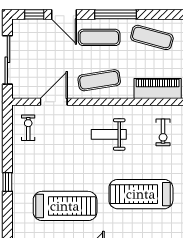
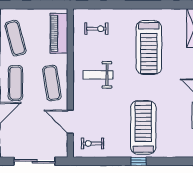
exercise mat: (152, 37) -> (15, 38), turned -30
weight bench: (109, 134) -> (98, 75), turned 90
treadmill: (65, 206) -> (143, 127), moved

